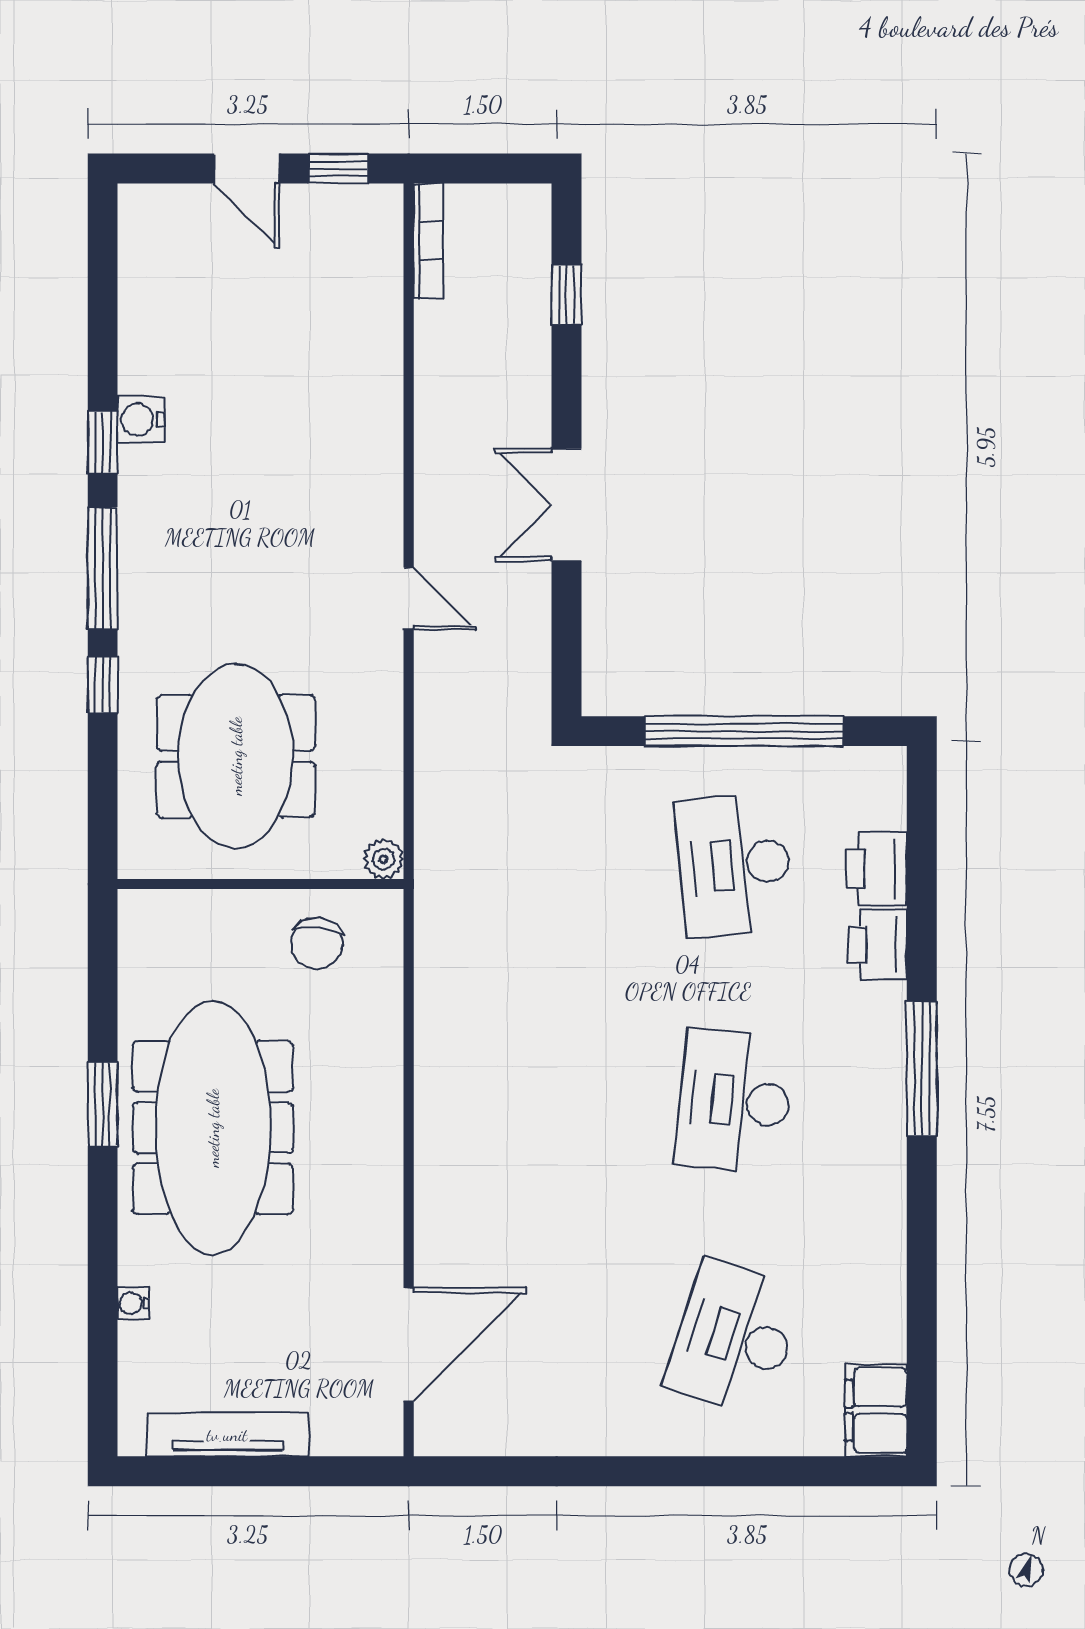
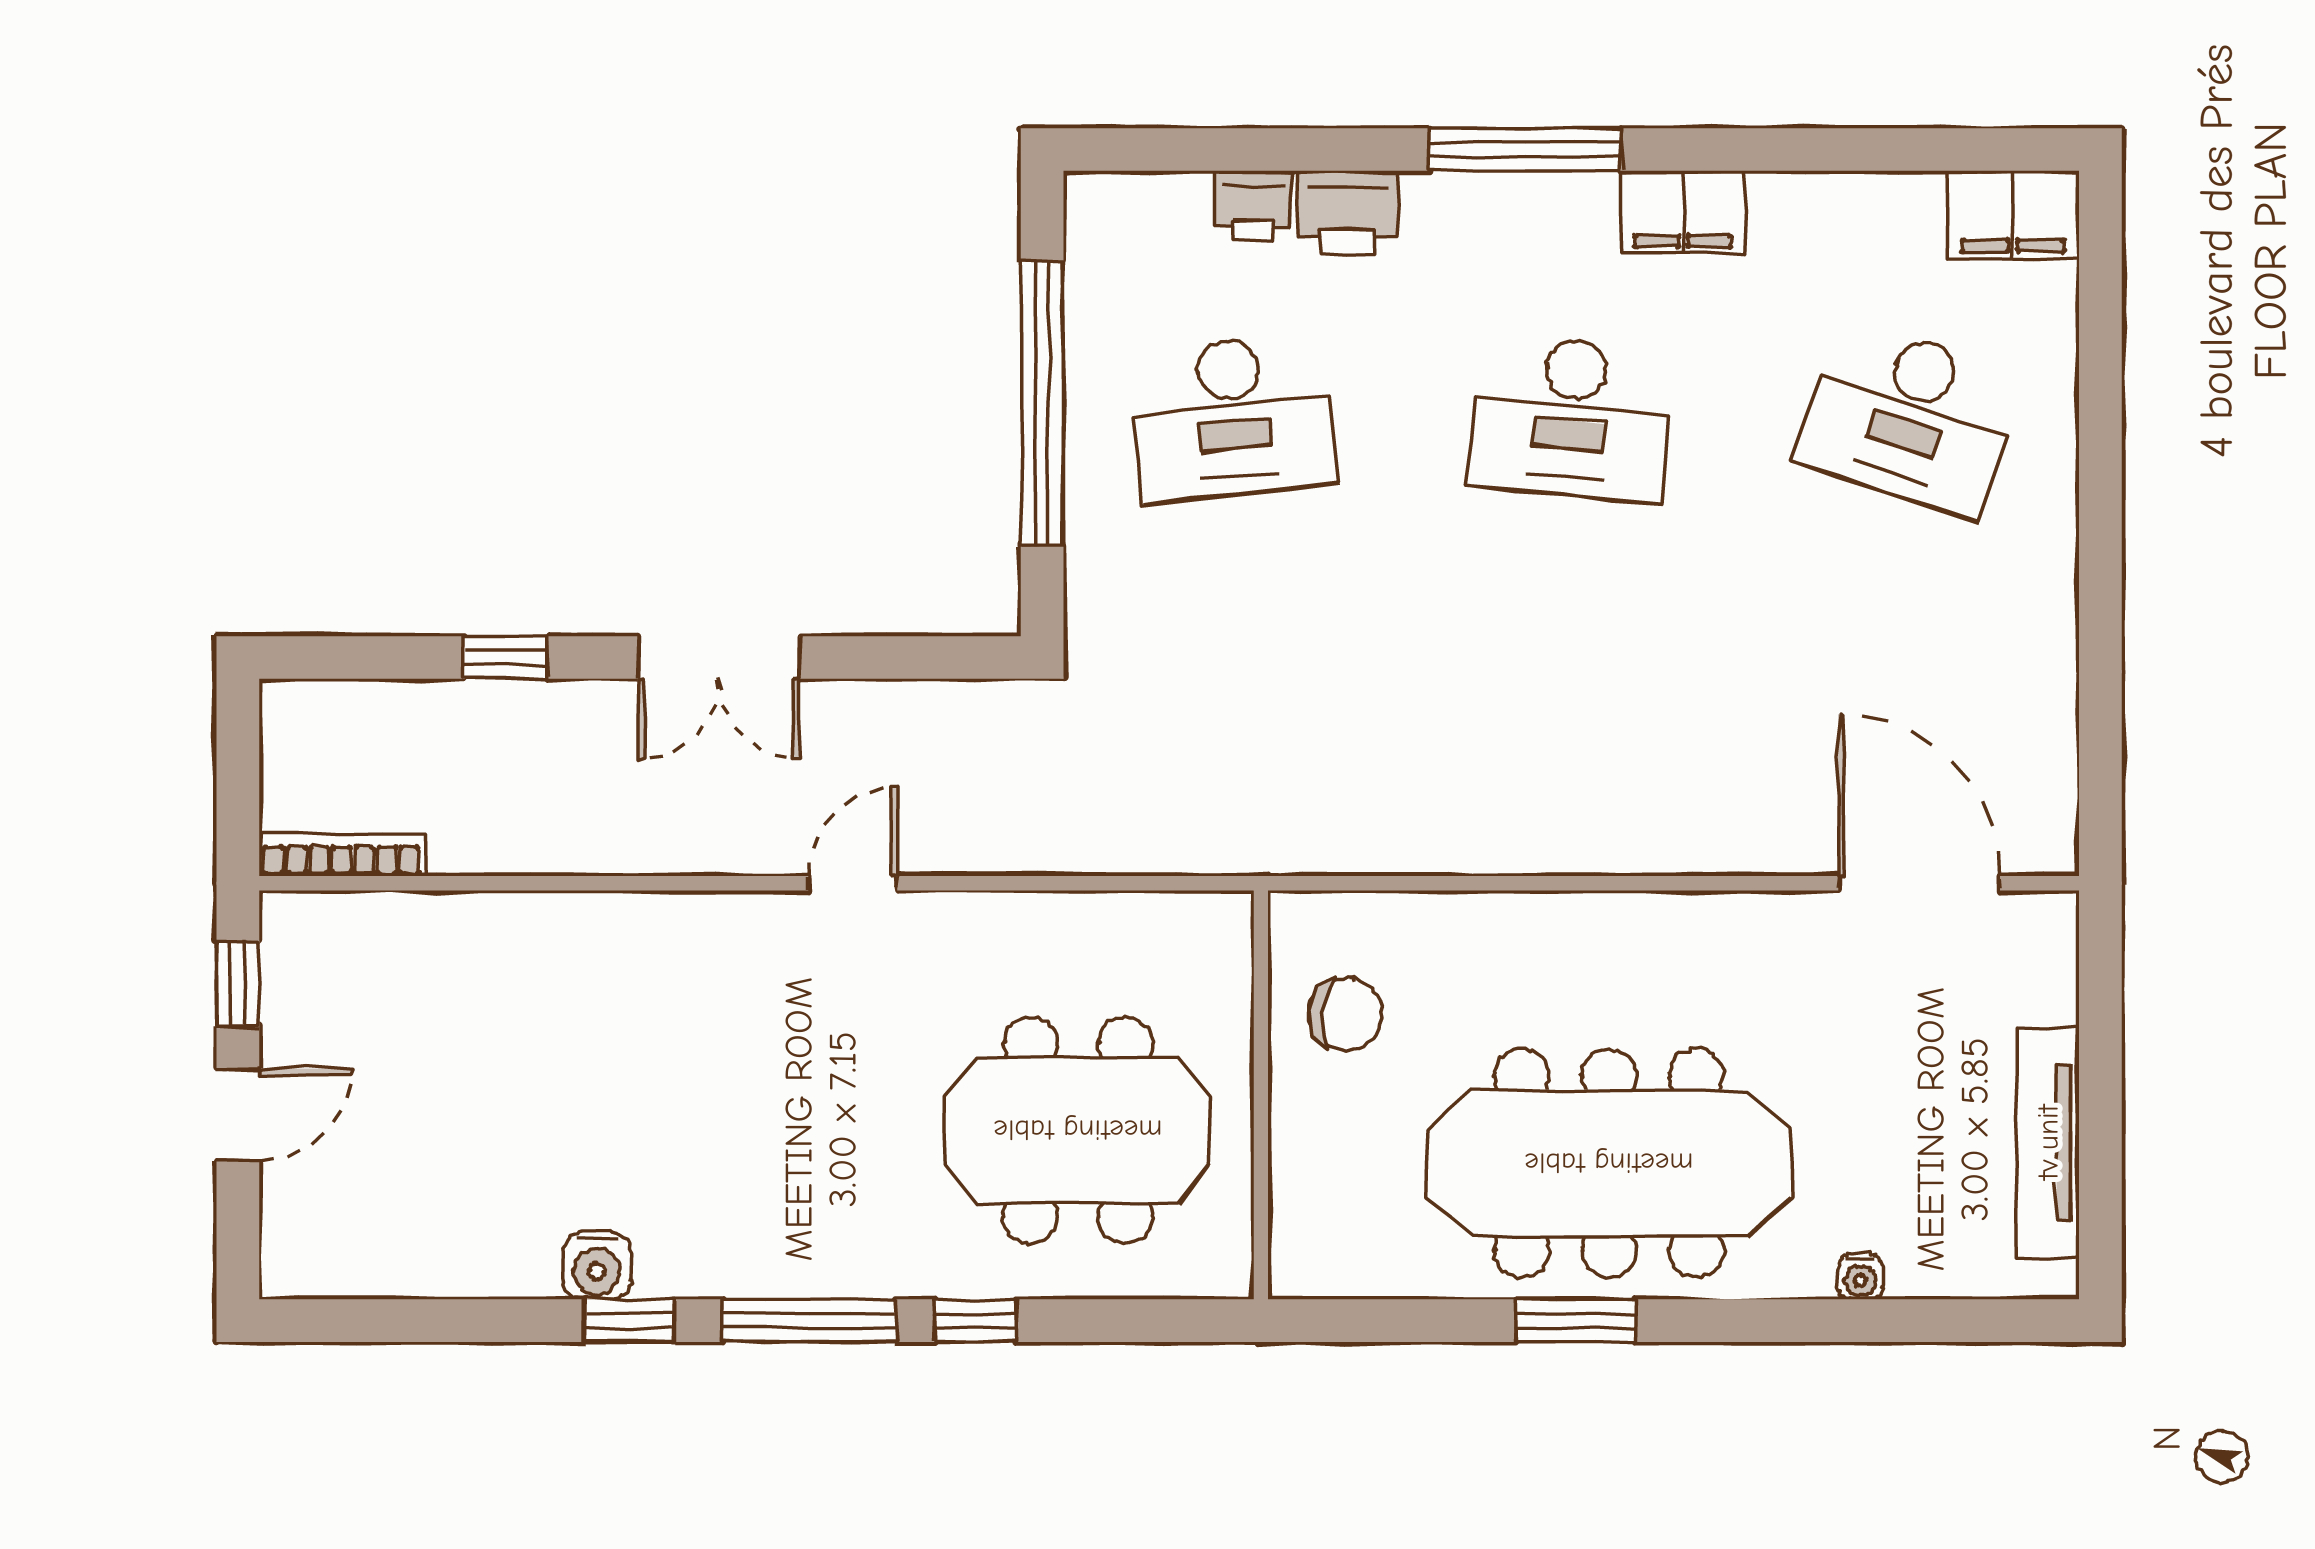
window: (566, 295) -> (505, 657), moved
plant: (384, 859) -> (1225, 919), removed
printer: (877, 869) -> (1253, 206), width x0.73, depth x0.81
filing cabinet: (878, 1179) -> (1683, 212), added

